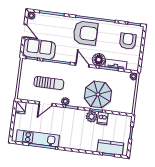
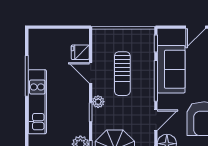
sofa: (39, 49) -> (171, 69), moved
fridge: (20, 107) -> (80, 52), moved
kitchen unit: (38, 138) -> (37, 102), moved

